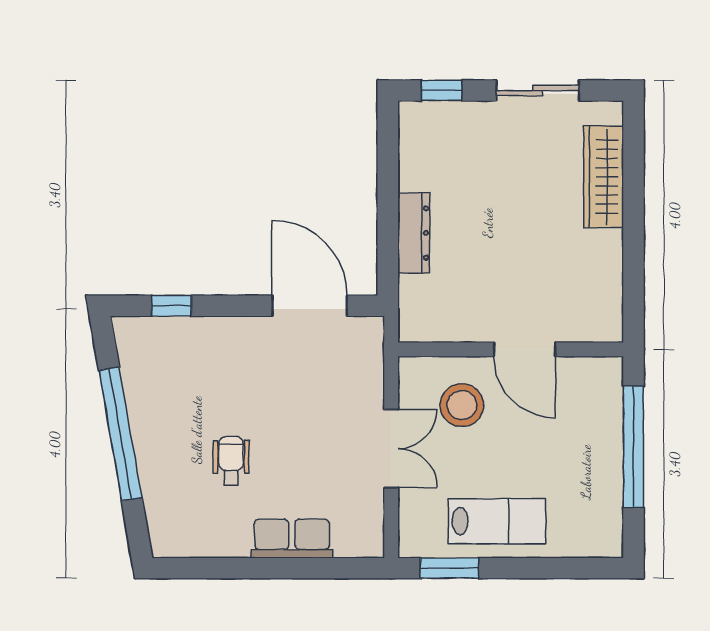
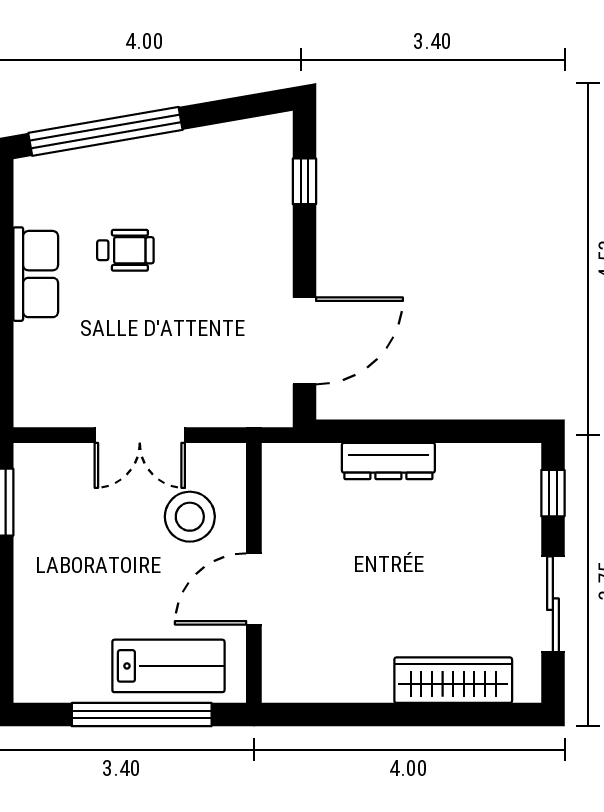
window: (120, 434) -> (105, 131), moved
lab bench: (497, 521) -> (168, 666), moved, turned -90
row of seats: (292, 539) -> (36, 274), moved

